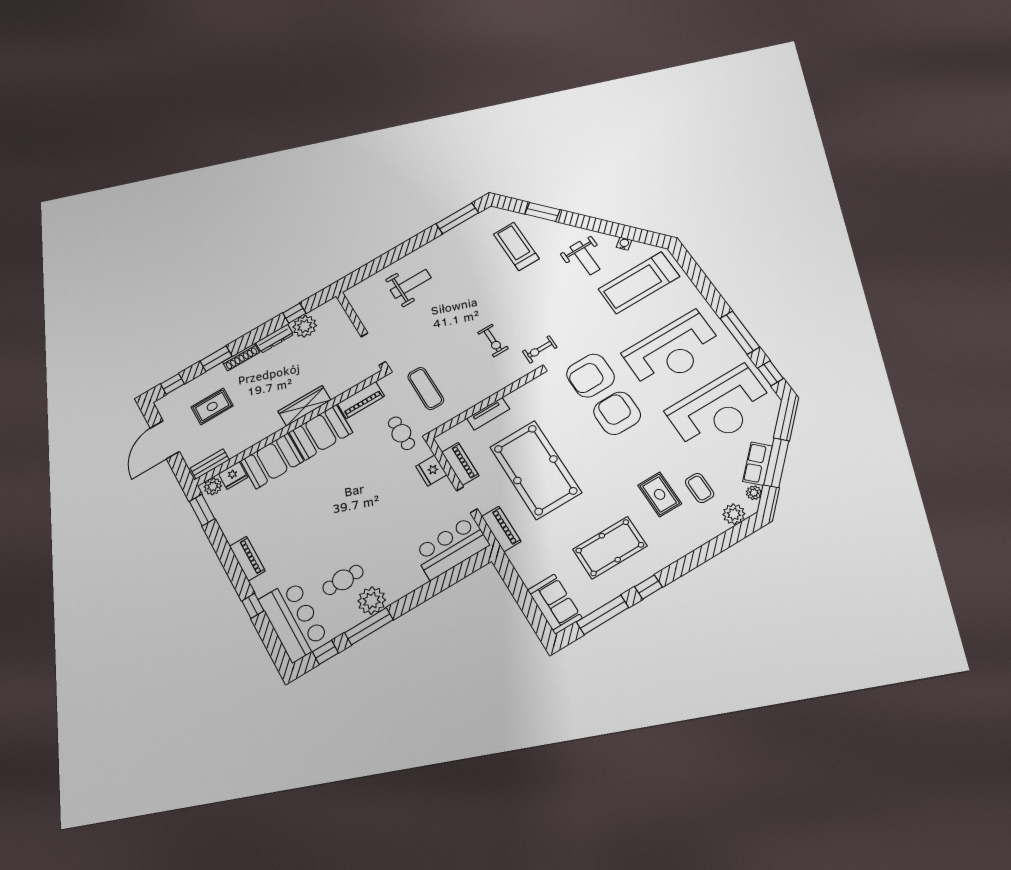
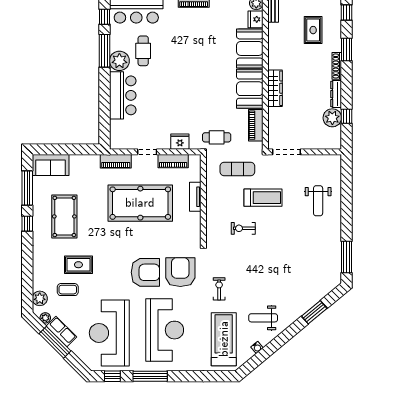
treadmill: (516, 246) -> (263, 198), moved
exercise bike: (540, 349) -> (219, 289), moved
reception desk: (673, 351) -> (165, 330), turned 180
bar counter: (451, 548) -> (123, 95), moved

